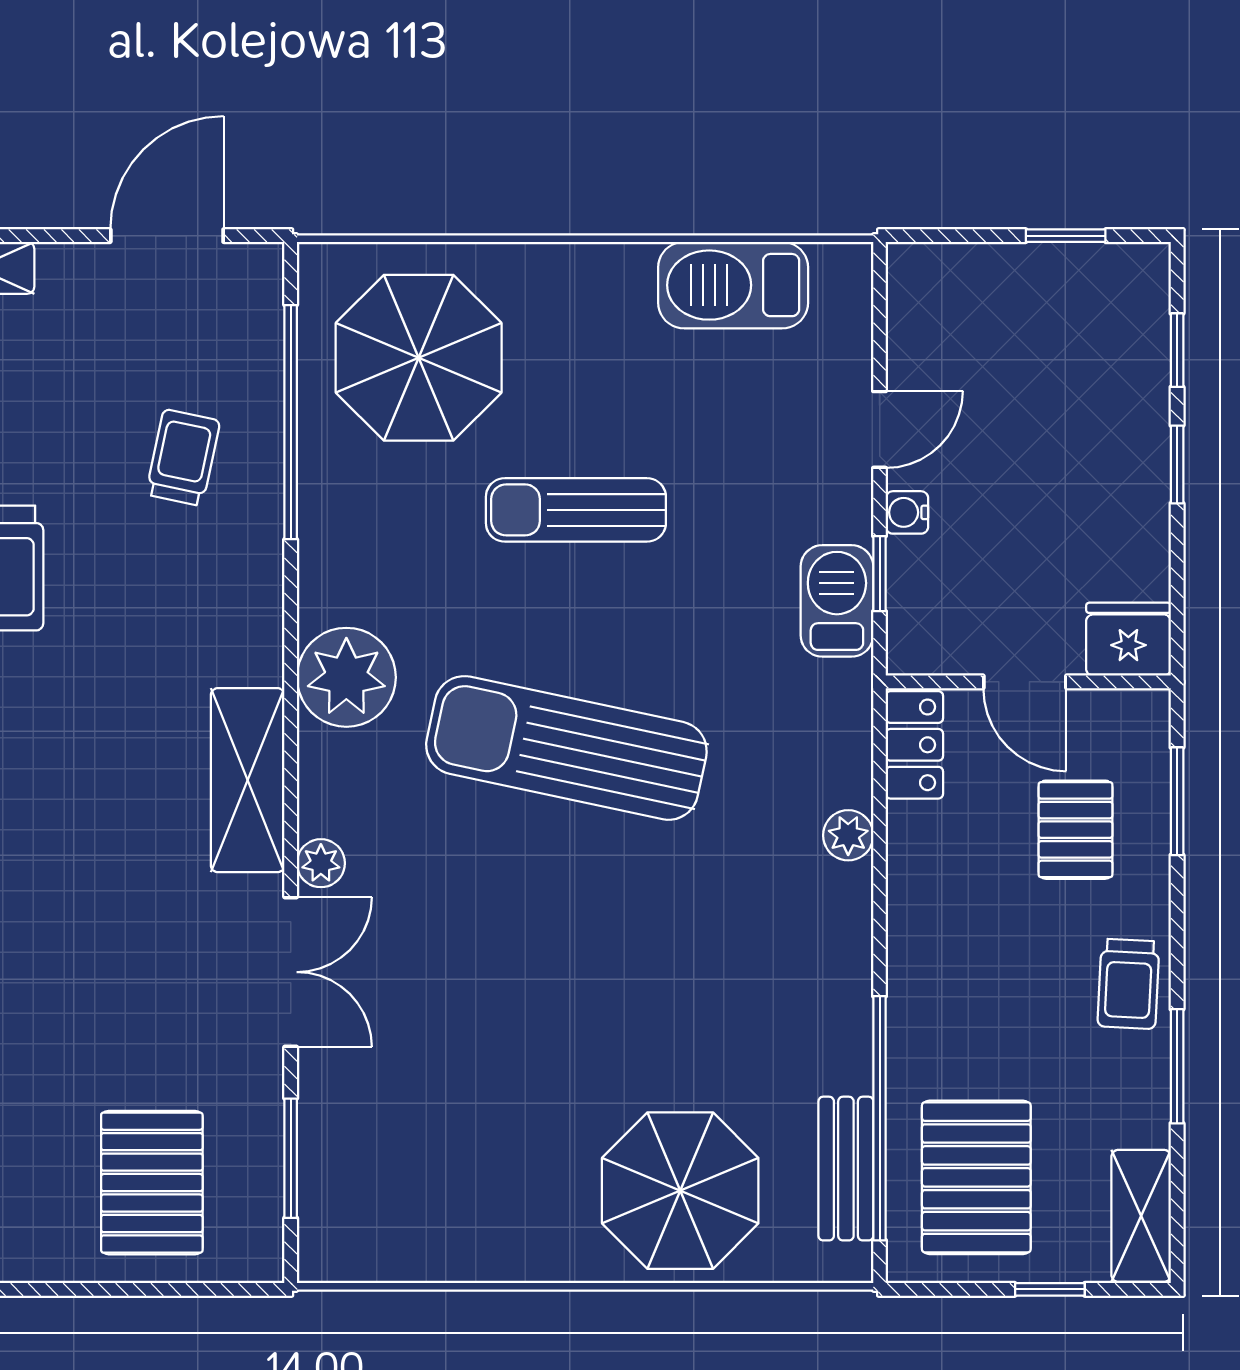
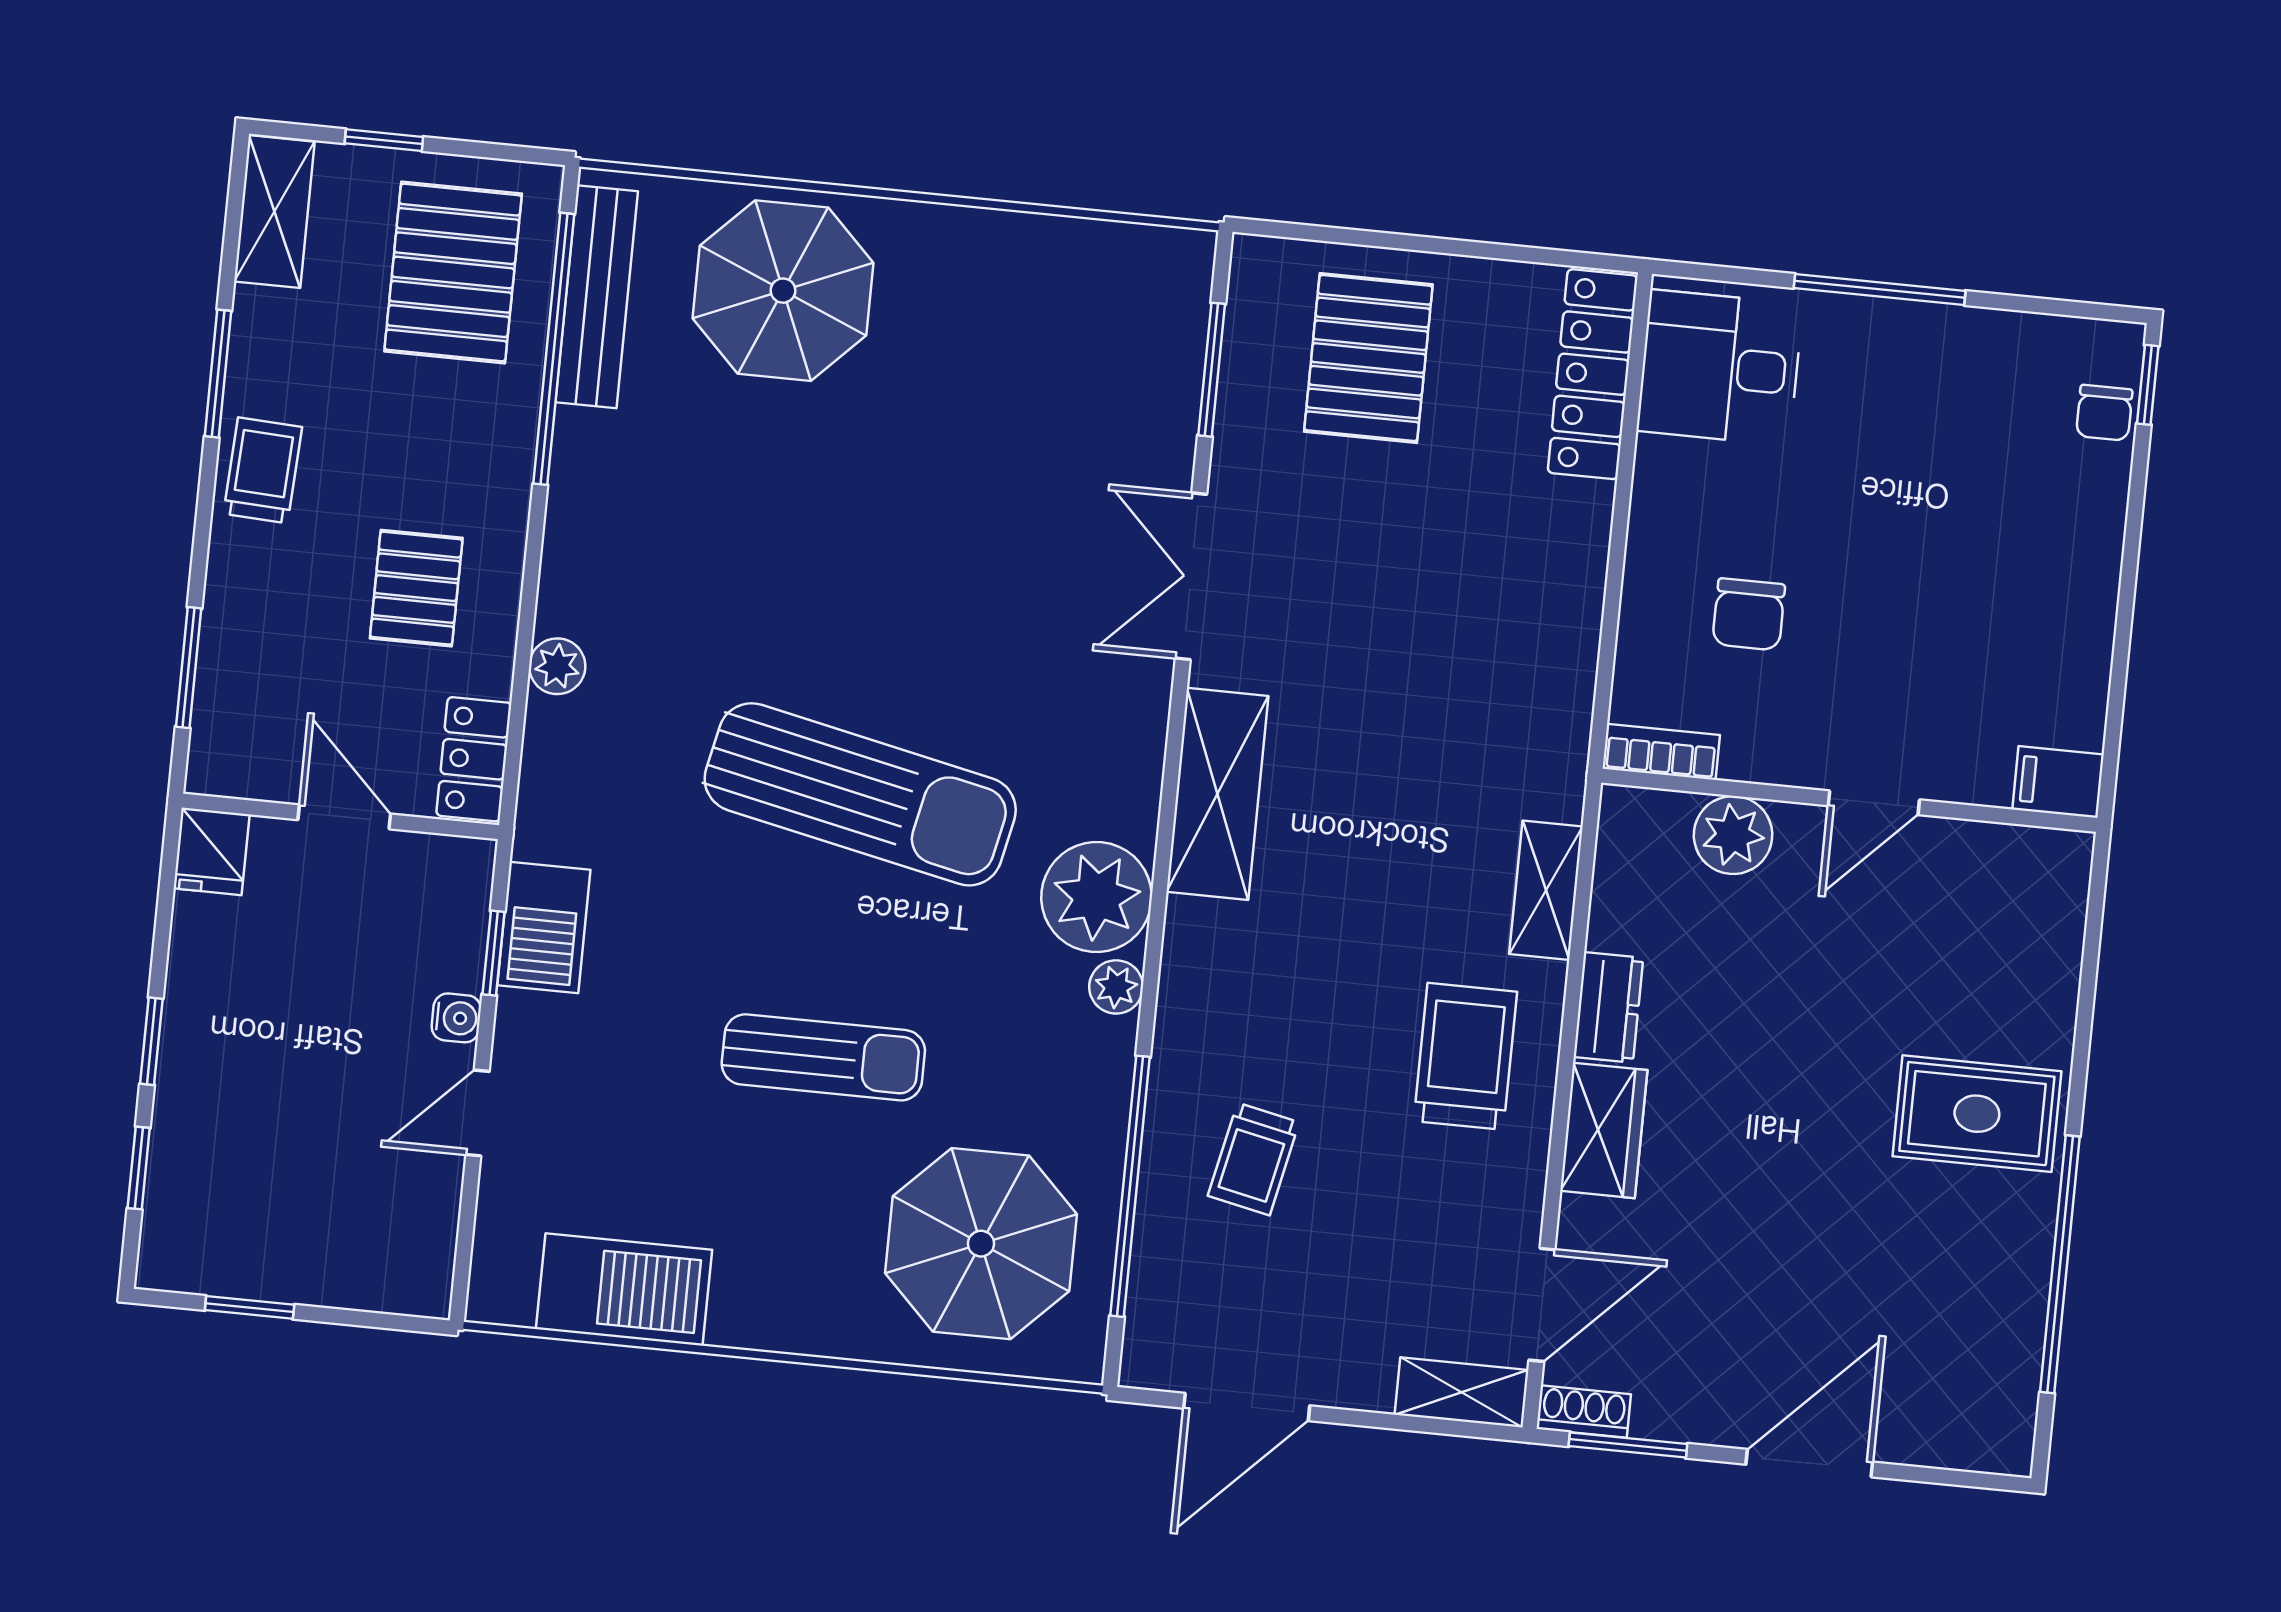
fridge: (1128, 639) -> (212, 851), width x0.72
pallet: (1076, 830) -> (416, 588), moved
plant: (321, 863) -> (1116, 987), moved
bench: (846, 1169) -> (597, 297), width x1.36

